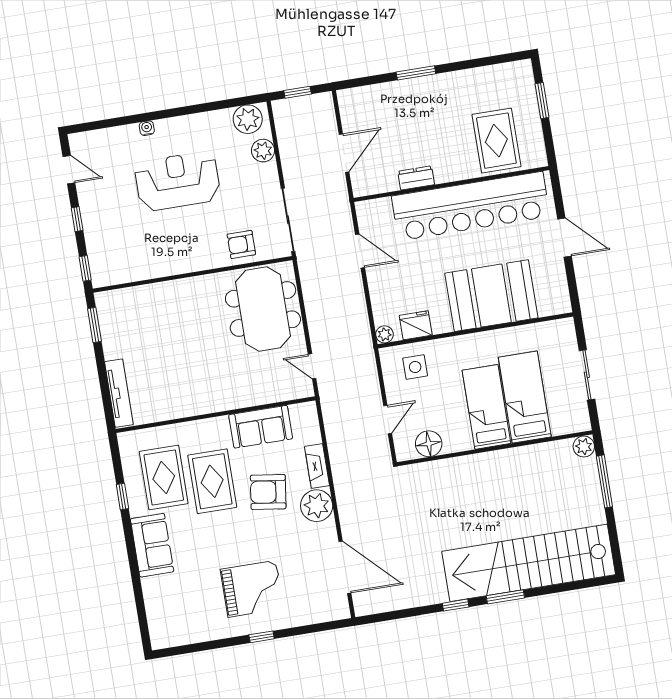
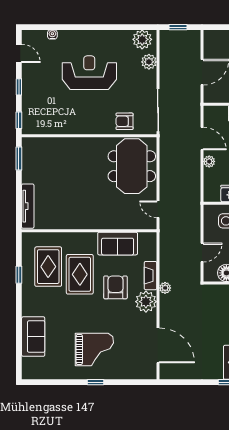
water cooler: (147, 128) -> (52, 34), moved
plant: (384, 334) -> (209, 161), moved
plant: (342, 481) -> (165, 288), added
armchair: (268, 492) -> (115, 287), turned 82
sofa: (152, 545) -> (33, 337), moved

